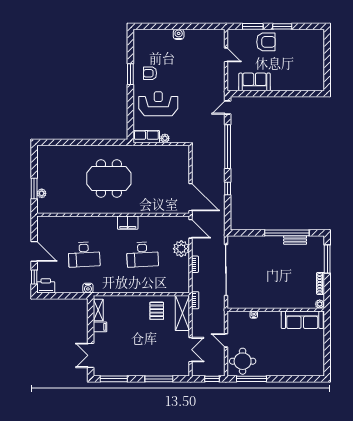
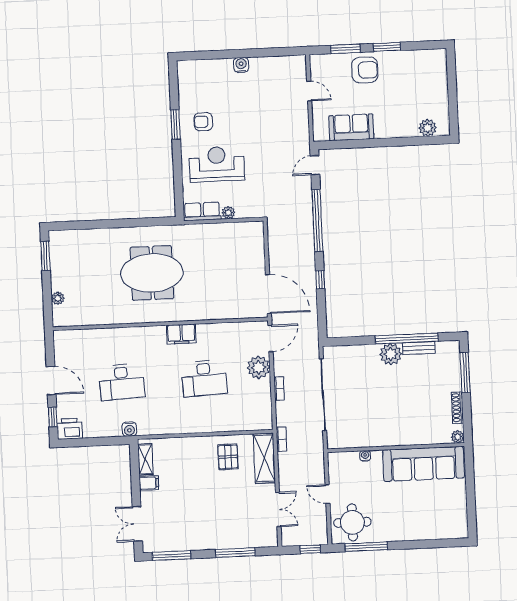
plant: (308, 85) -> (428, 128), added
window: (34, 189) -> (45, 256), moved
door: (191, 229) -> (270, 339), hinge flipped
plant: (275, 244) -> (391, 354), added
sofa: (302, 320) -> (423, 464), width x1.36, depth x1.27

